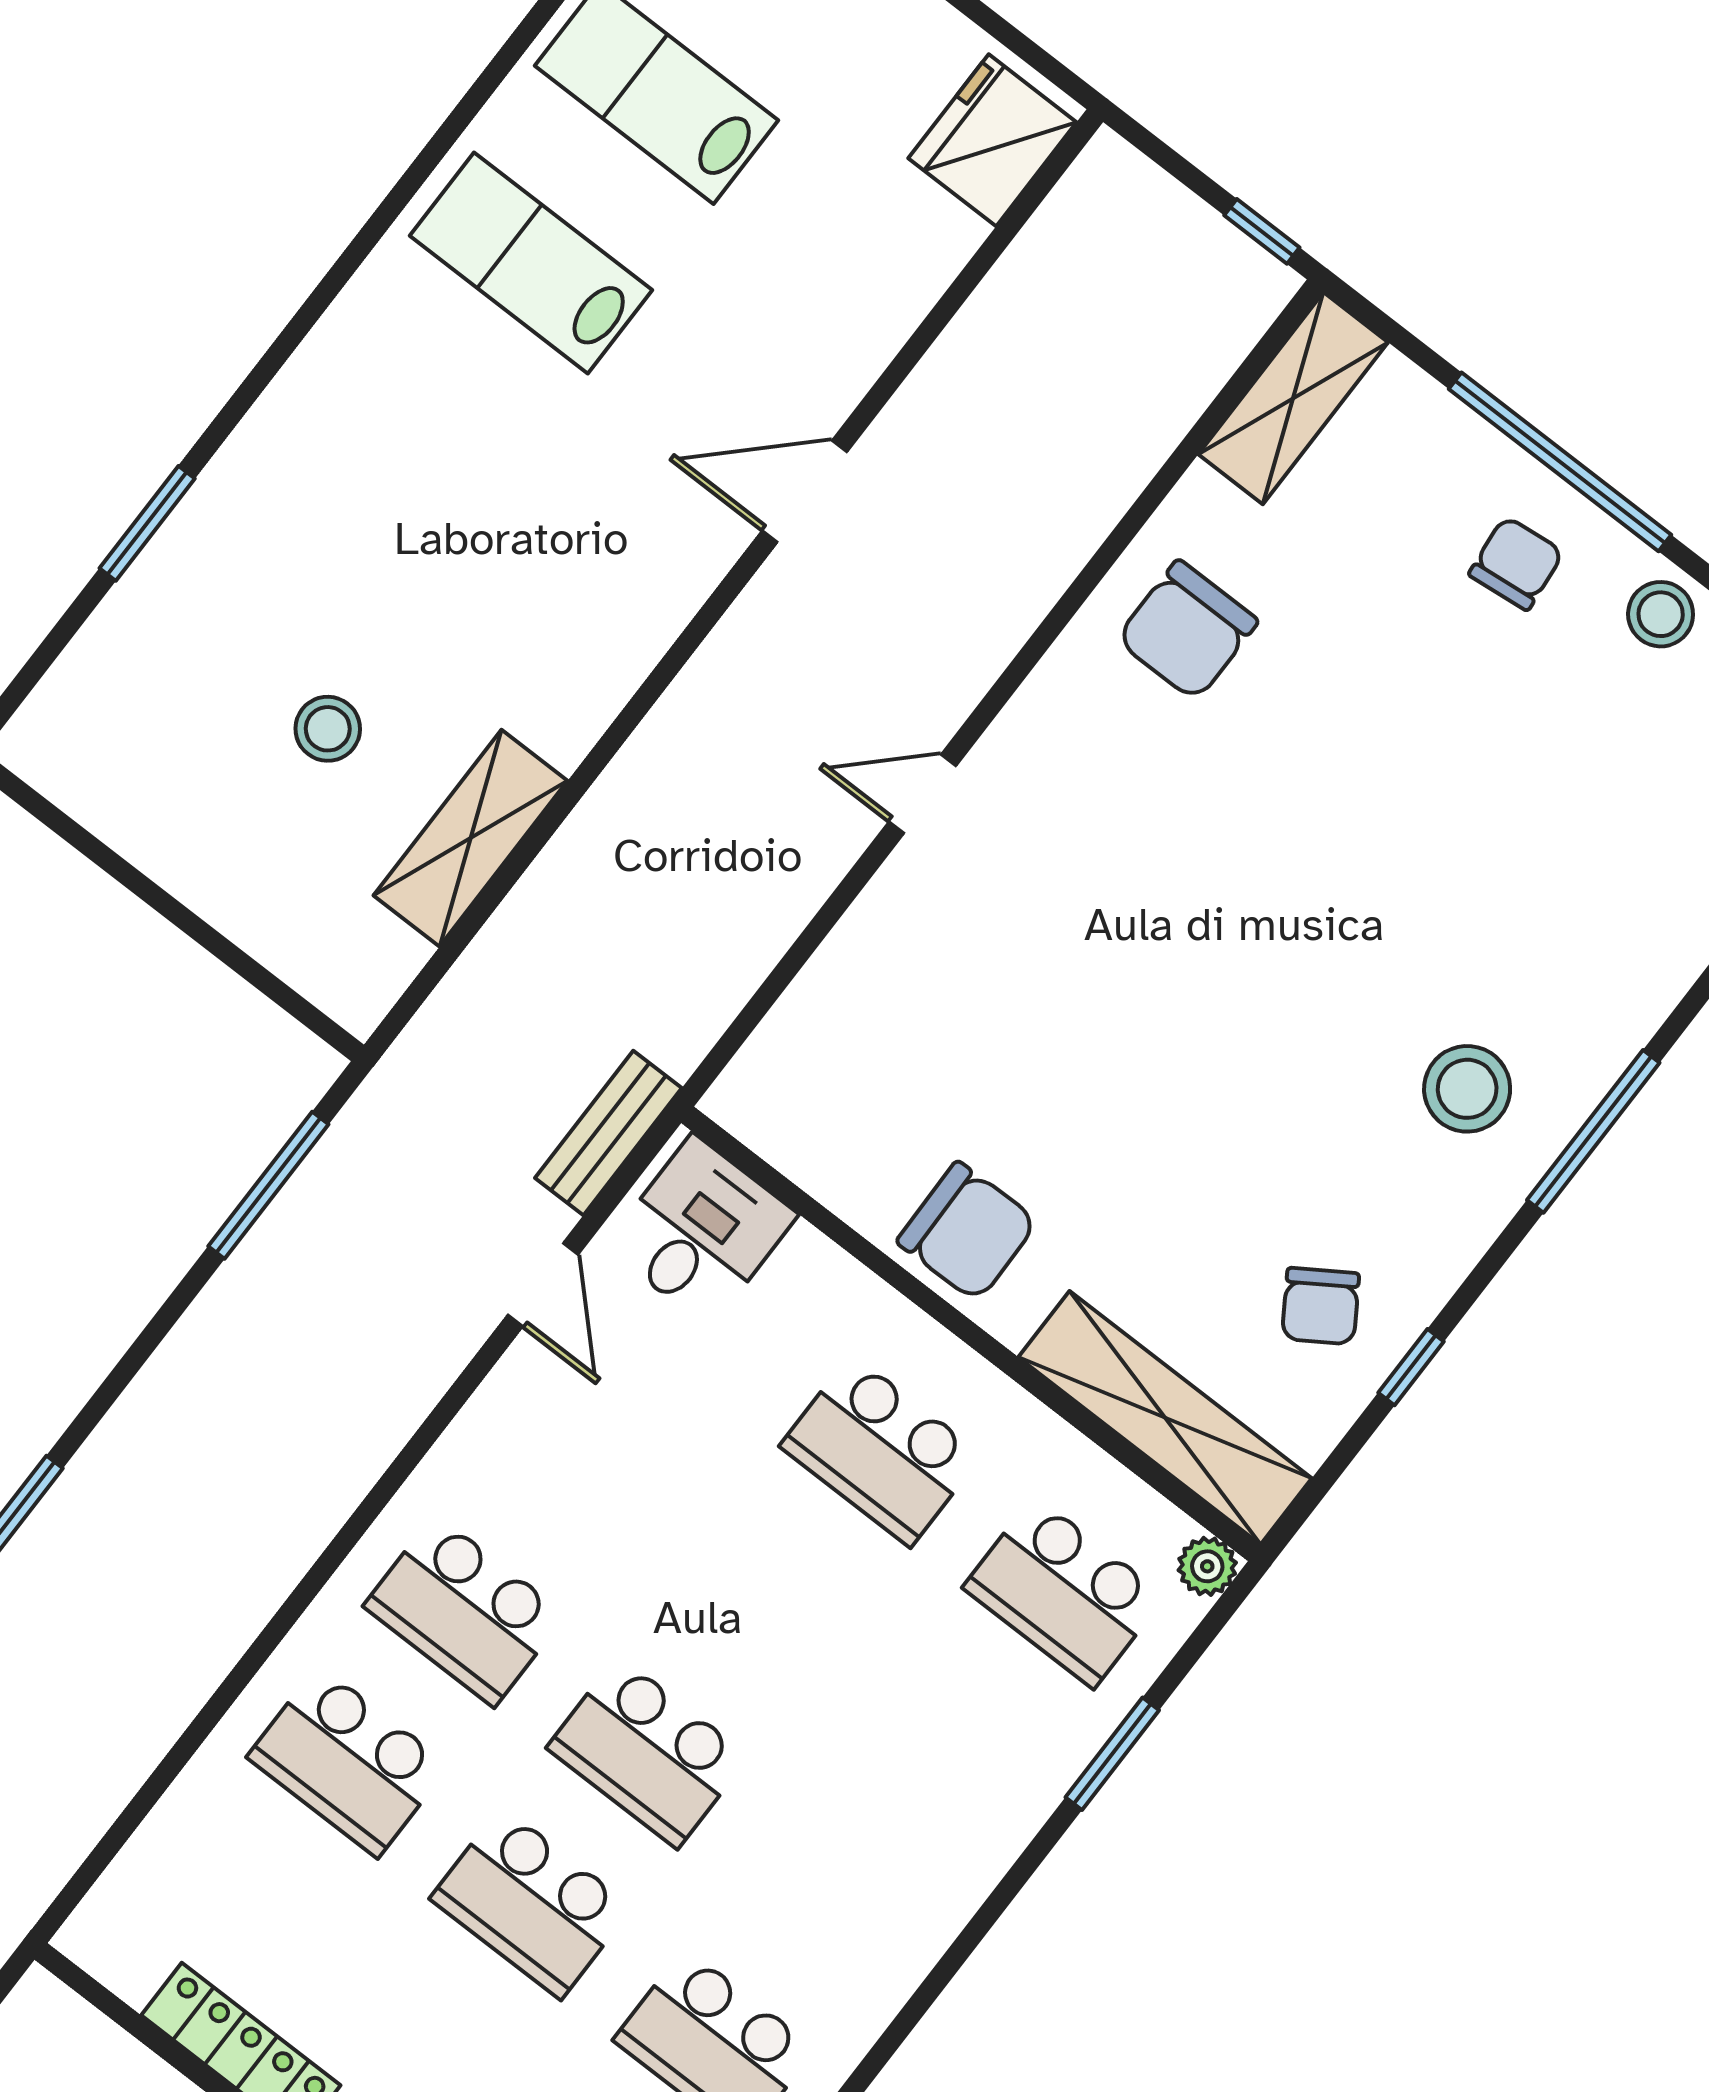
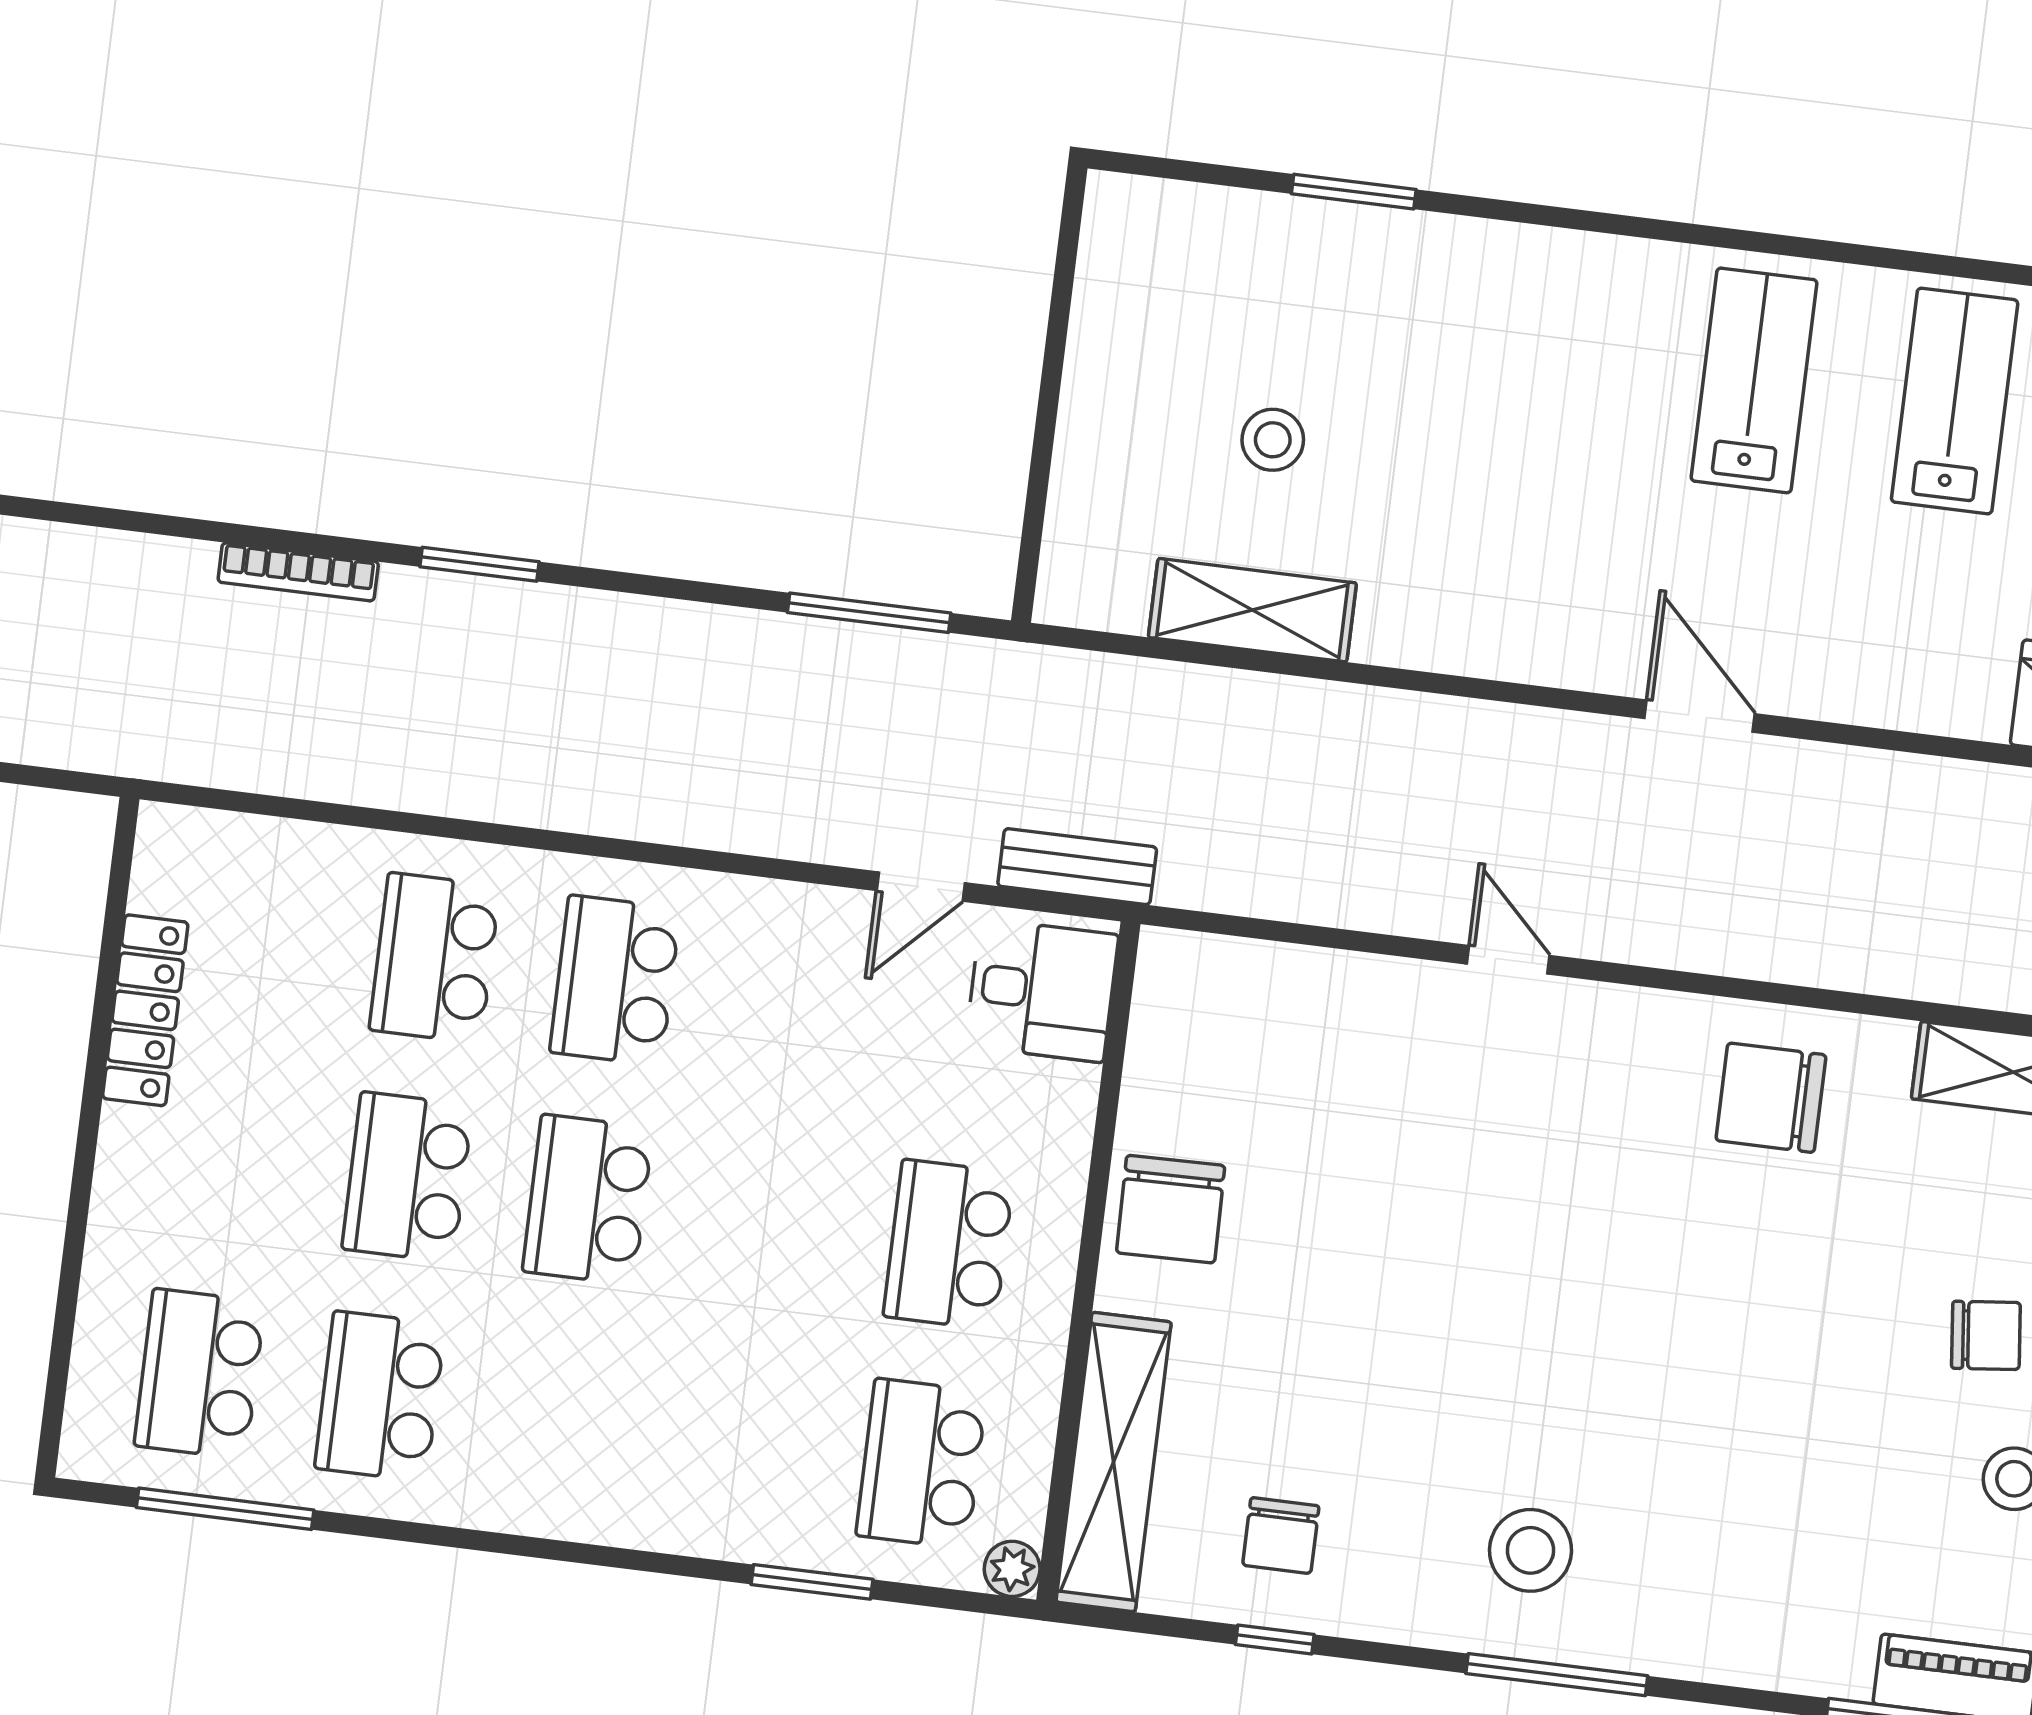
chair: (1321, 1306) -> (1281, 1536), turned -57

